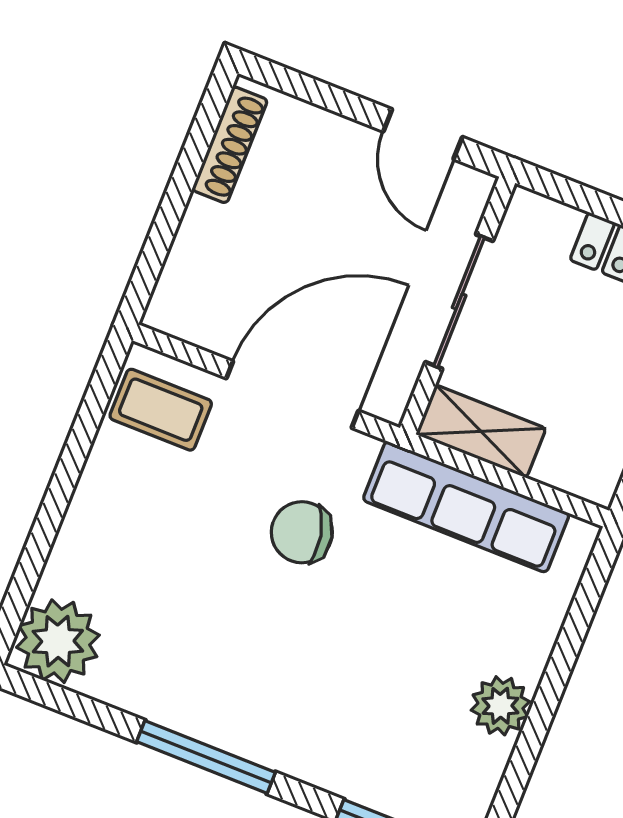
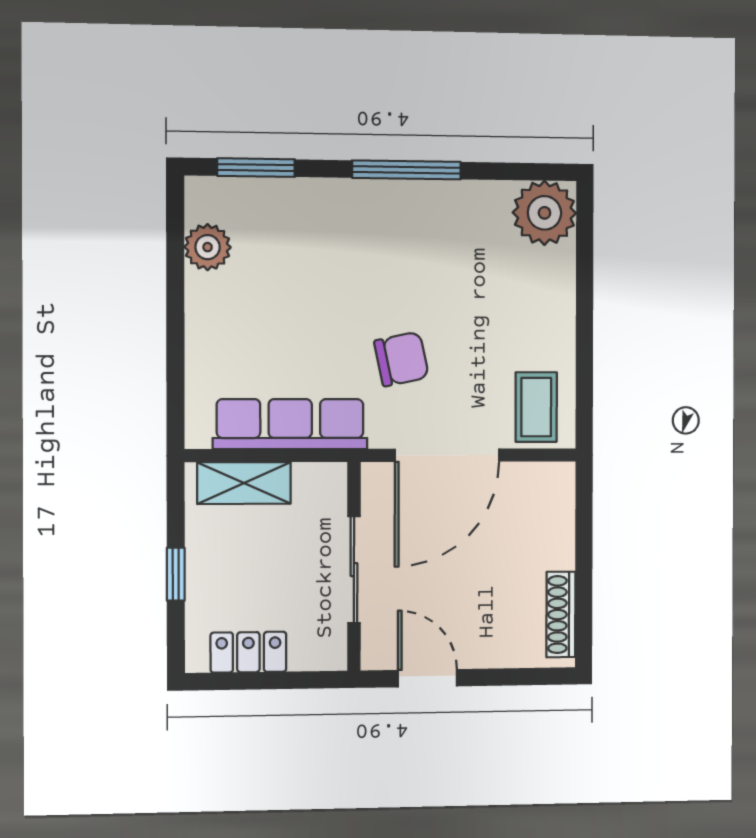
coffee table: (161, 410) -> (536, 407), turned 90
shelving: (481, 431) -> (244, 483), moved
plant: (500, 706) -> (208, 247), moved

